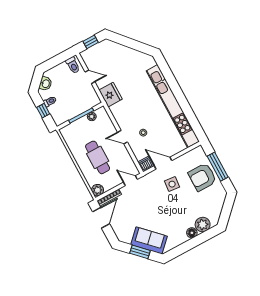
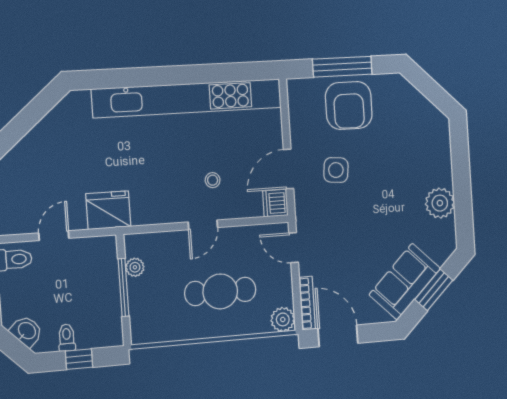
door: (130, 181) -> (294, 248), hinge flipped
plant: (203, 225) -> (440, 203), moved
floor lamp: (192, 233) -> (443, 175), removed
sofa: (149, 240) -> (405, 282), moved

